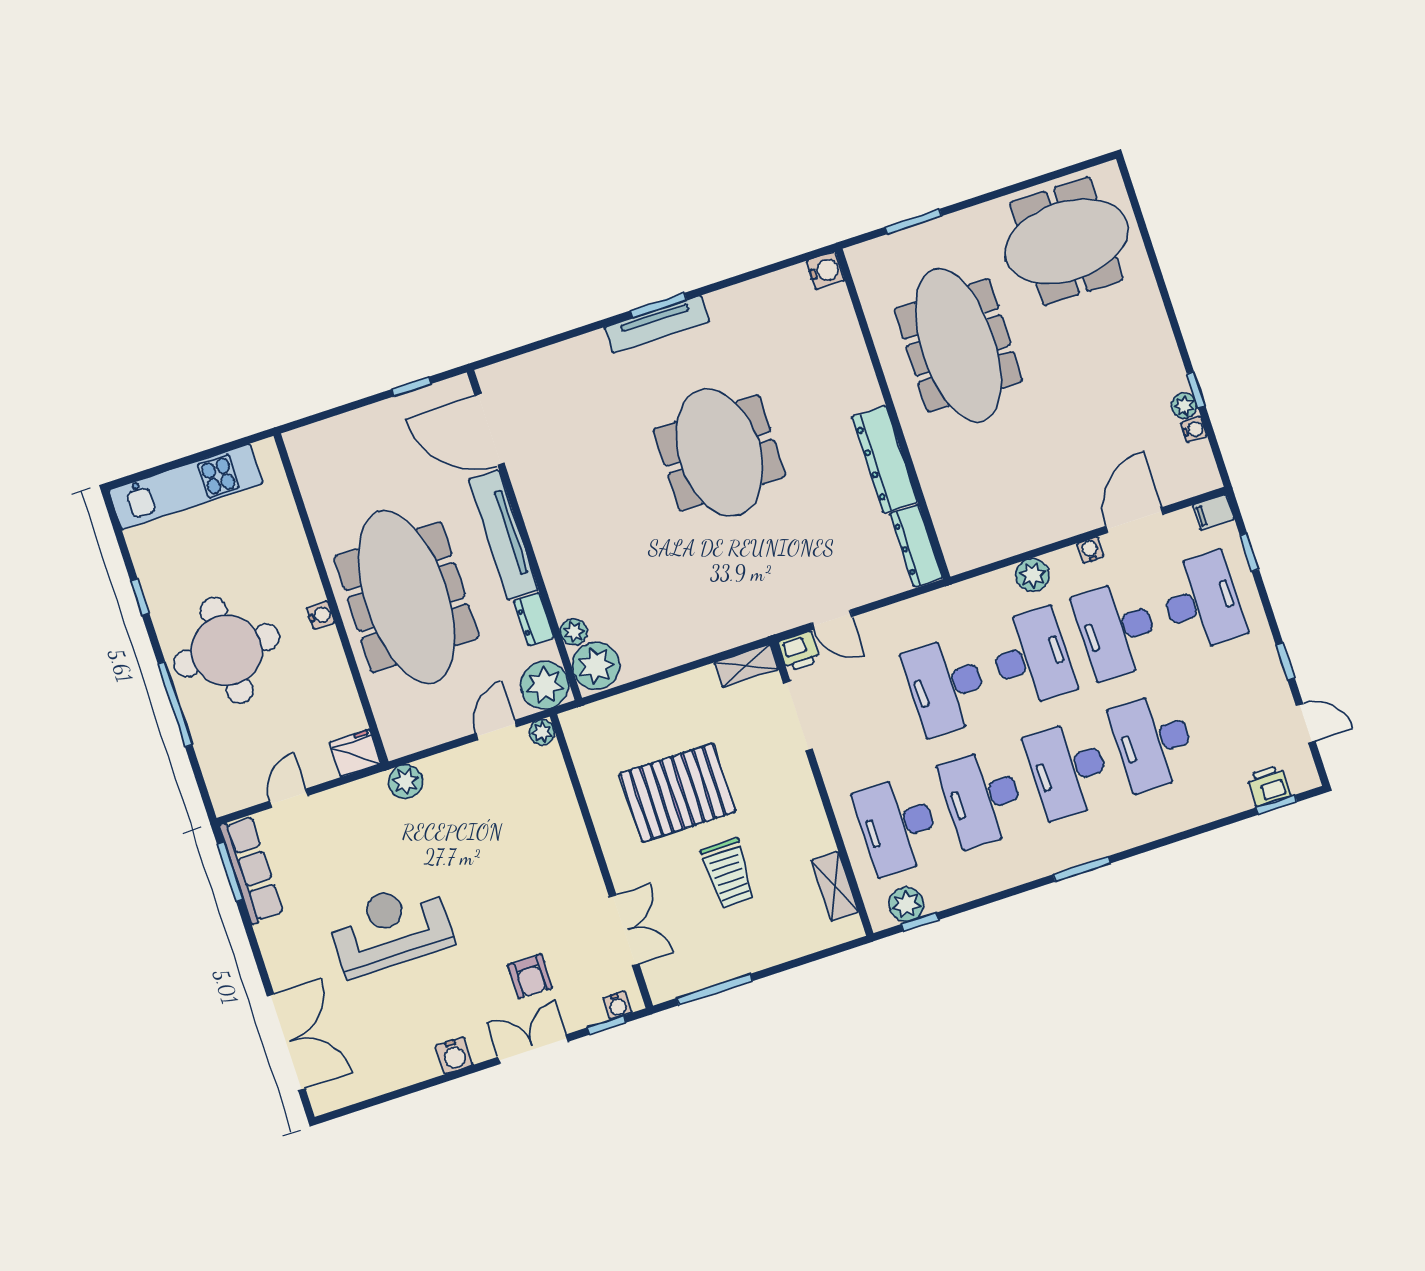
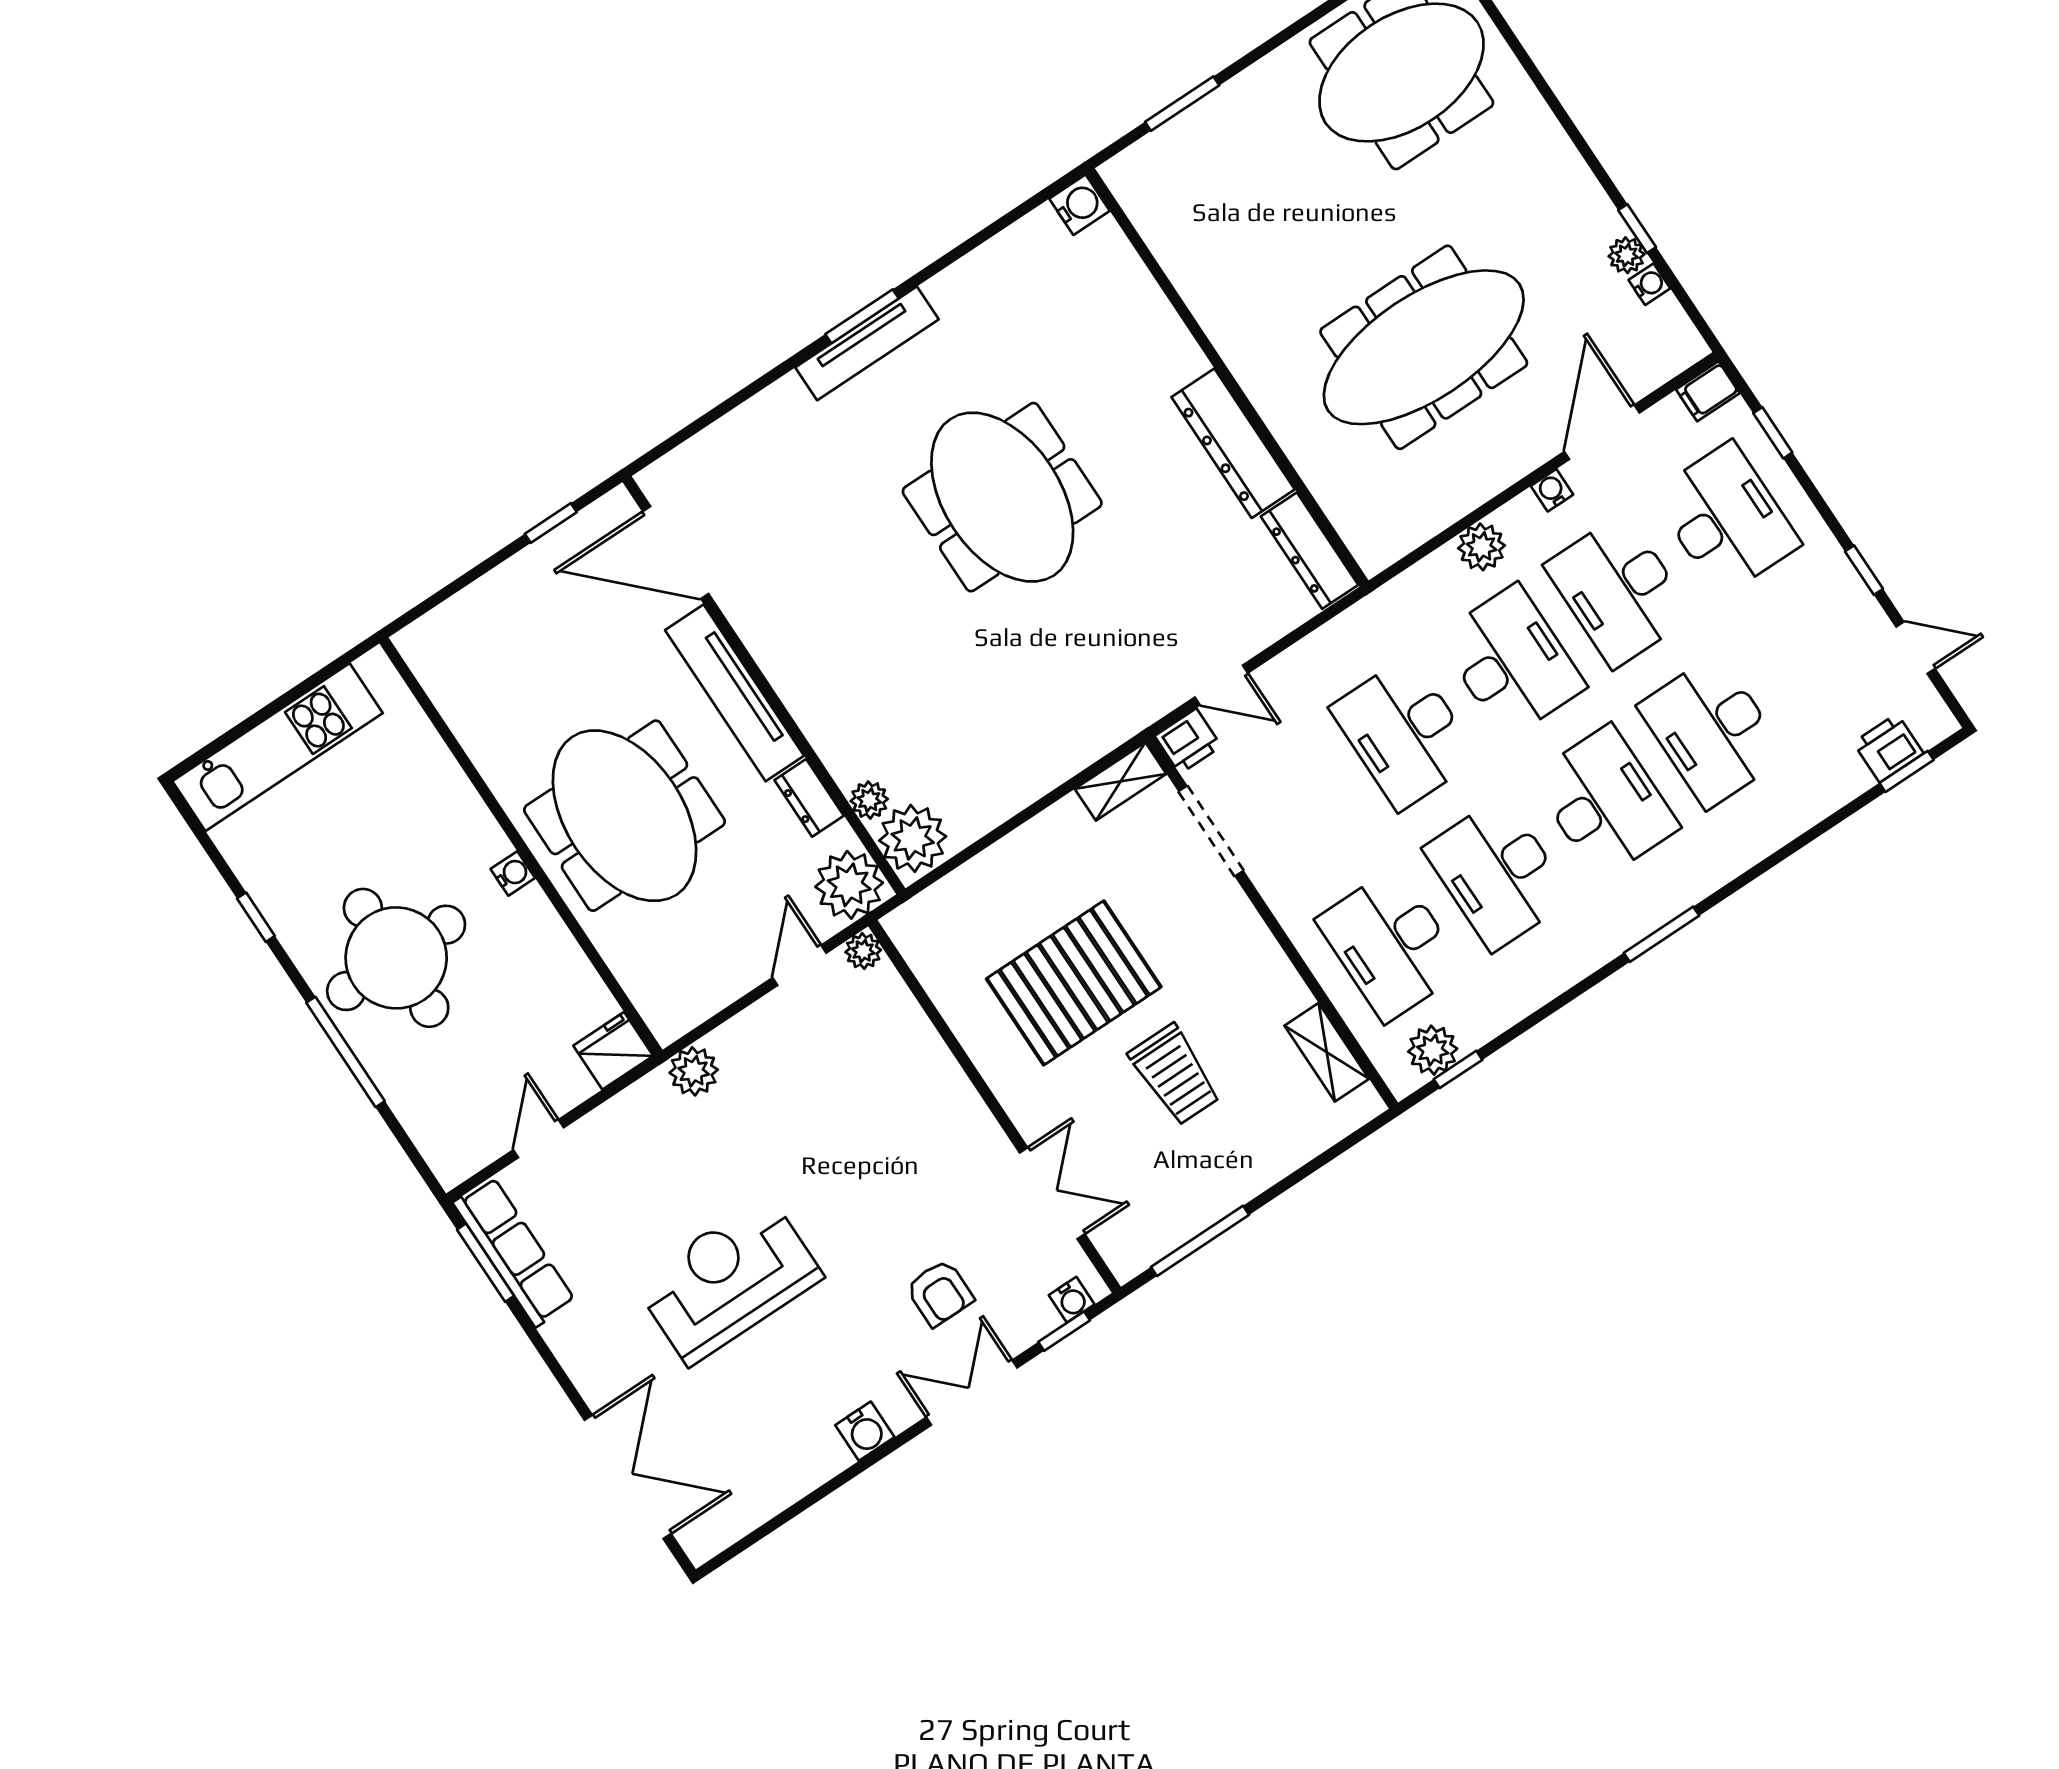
meeting table: (958, 345) -> (1424, 347), moved, turned 90
meeting table: (406, 597) -> (624, 816), width x0.73
desk: (1068, 770) -> (1605, 802), turned 180

